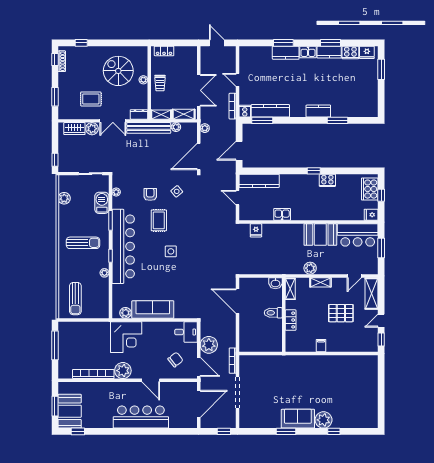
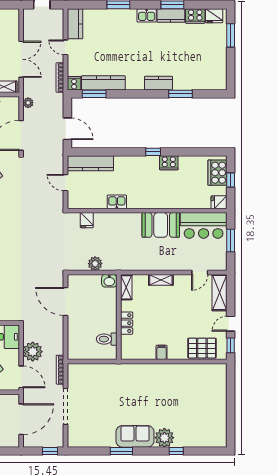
kitchen counter: (286, 53) -> (75, 24), moved, turned -90
door: (239, 151) -> (67, 129), swing flipped
plant: (310, 268) -> (95, 264), moved
toilet: (273, 313) -> (107, 339), moved
pallet: (341, 313) -> (202, 348), moved

